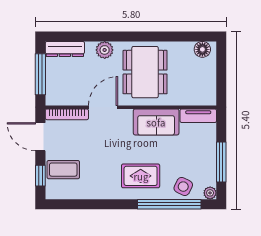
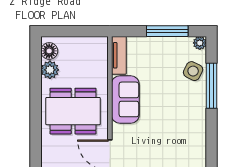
plant: (105, 50) -> (50, 70), moved
rug: (141, 176) -> (182, 116), removed
window: (169, 204) -> (212, 86), width x0.68

